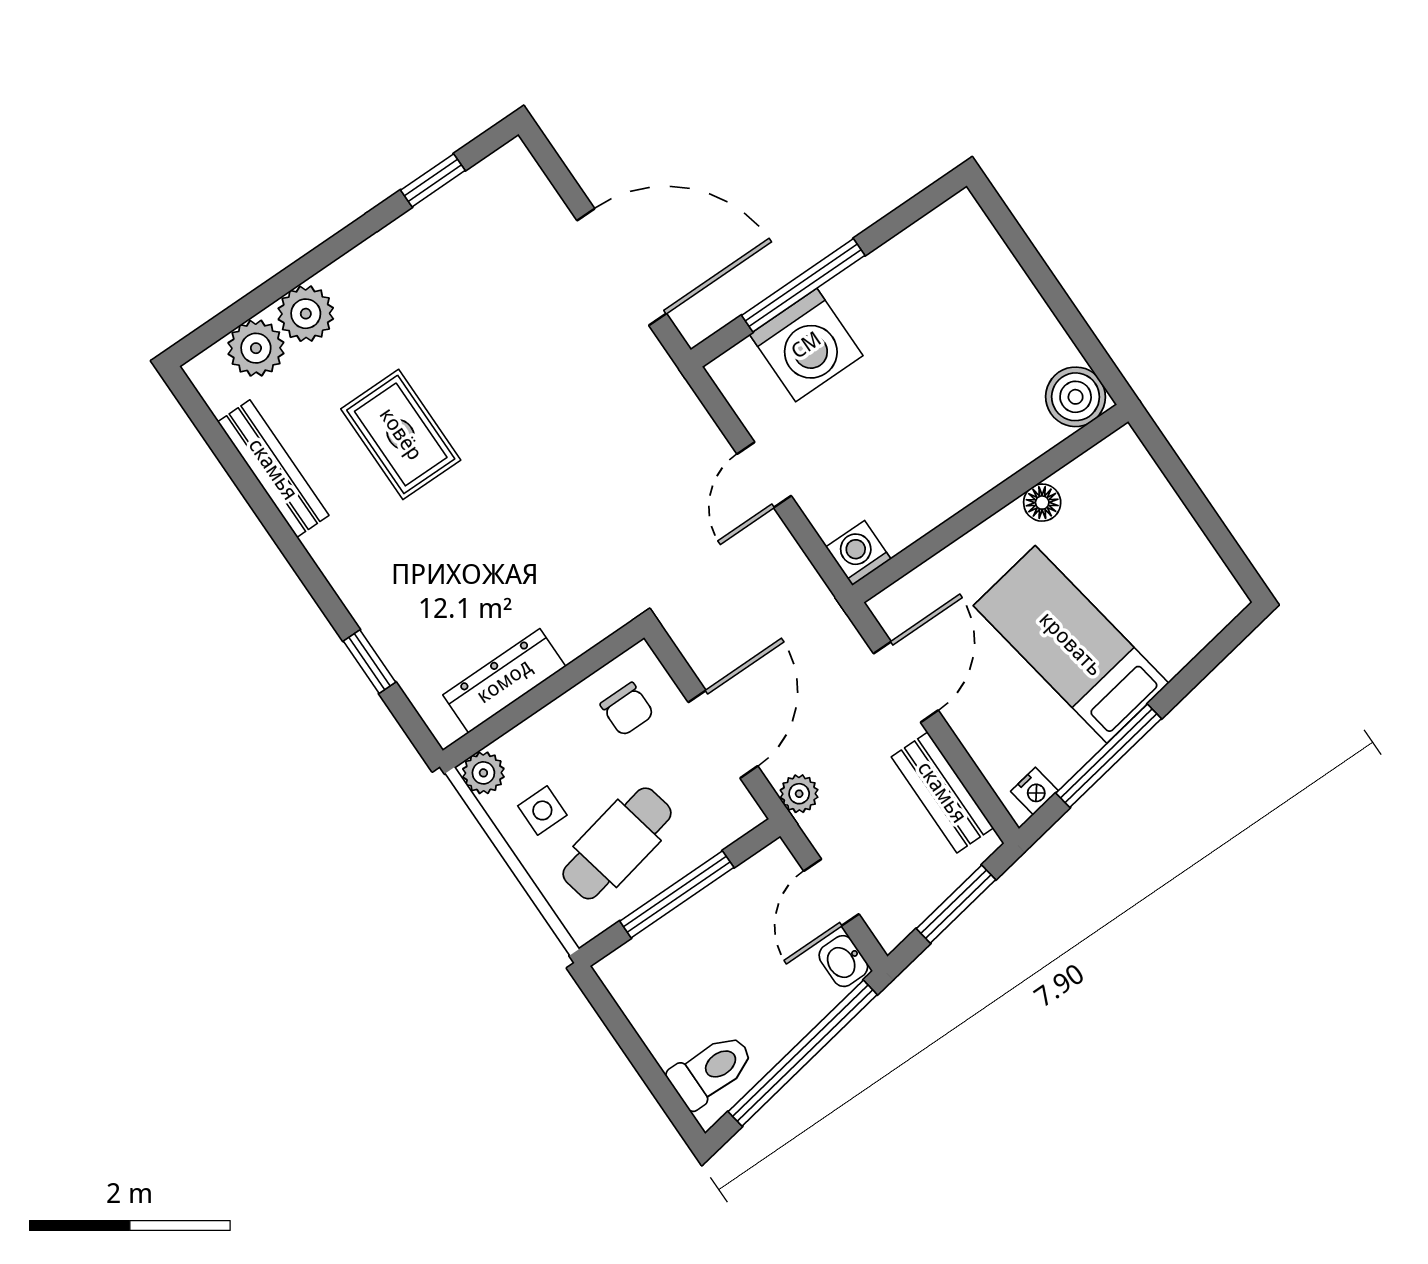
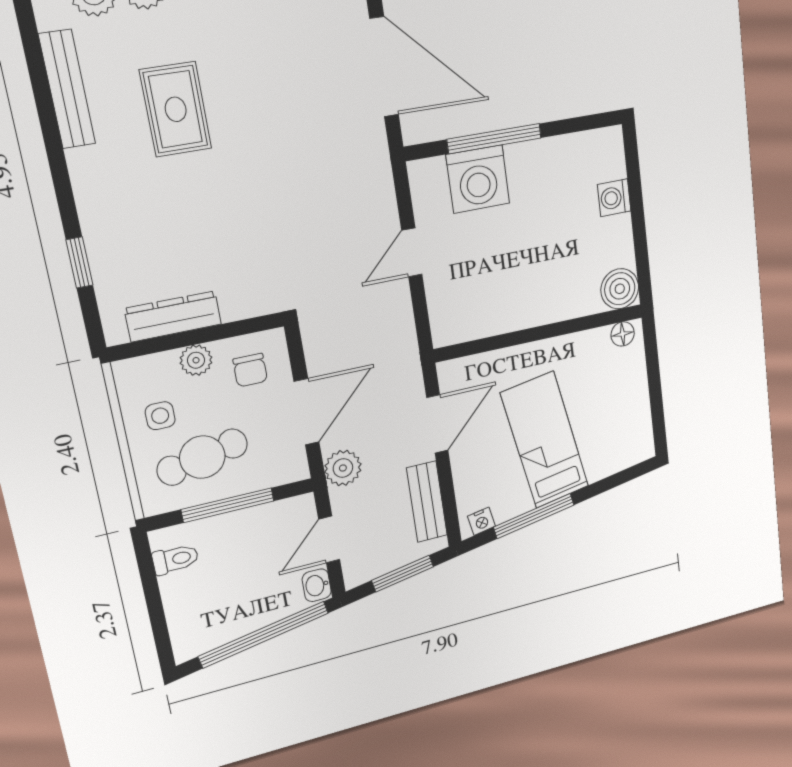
floor lamp: (1042, 503) -> (623, 334), moved
washing machine: (858, 553) -> (614, 198), moved, turned -90
plant: (483, 773) -> (196, 360), moved
plant: (799, 794) -> (343, 468), width x1.38, depth x1.38
toilet: (711, 1070) -> (175, 559), moved, width x0.73, depth x0.72

